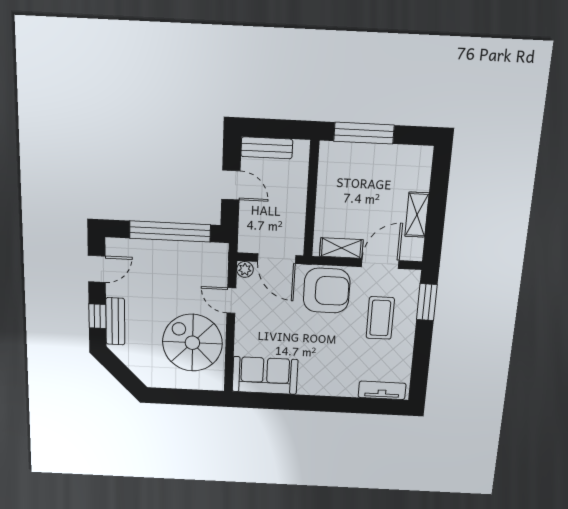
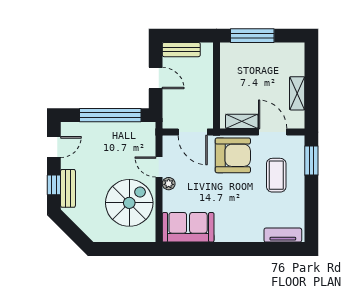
door: (380, 264) -> (273, 132), hinge flipped
plant: (245, 269) -> (169, 184), moved
spiral stairs: (192, 343) -> (129, 203), turned 90

